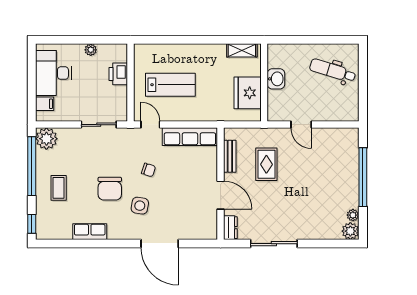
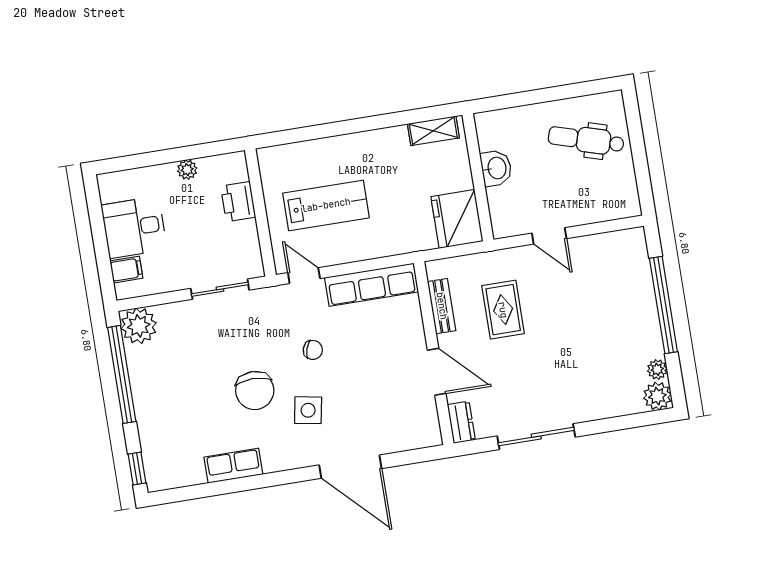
desk: (53, 73) -> (134, 227), width x0.73
fridge: (248, 93) -> (457, 219), moved
coffee table: (59, 188) -> (171, 403), removed

